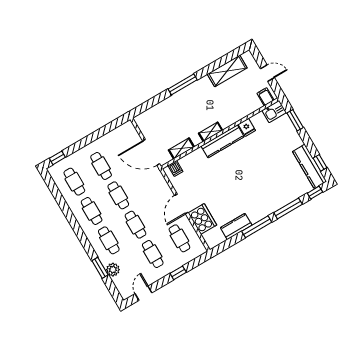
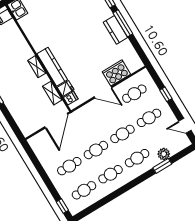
fridge: (247, 127) -> (66, 89), moved
kitchen counter: (223, 141) -> (52, 67), moved
kitchen counter: (236, 226) -> (115, 30), moved

